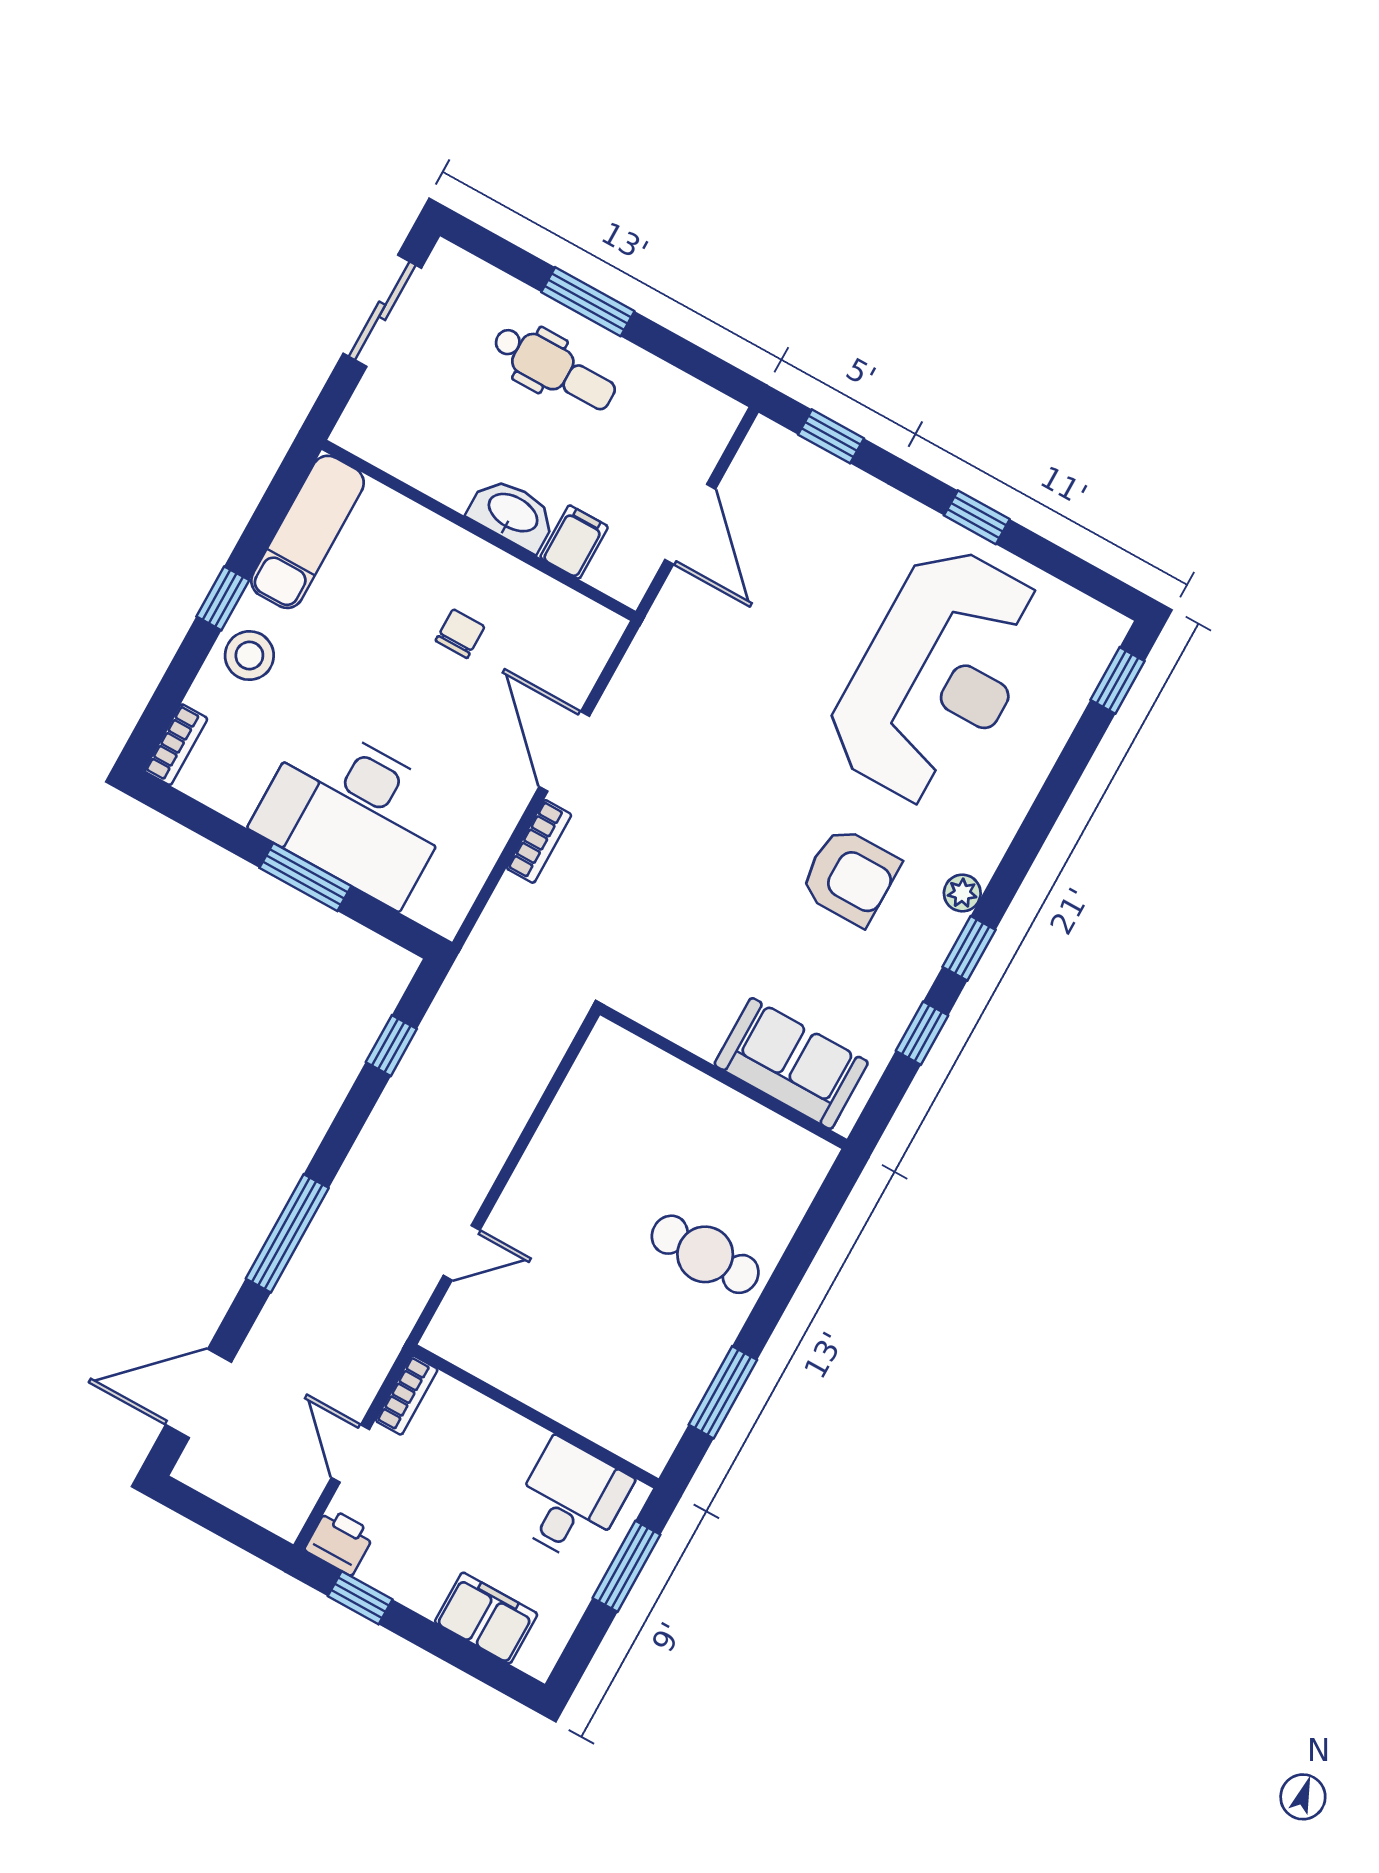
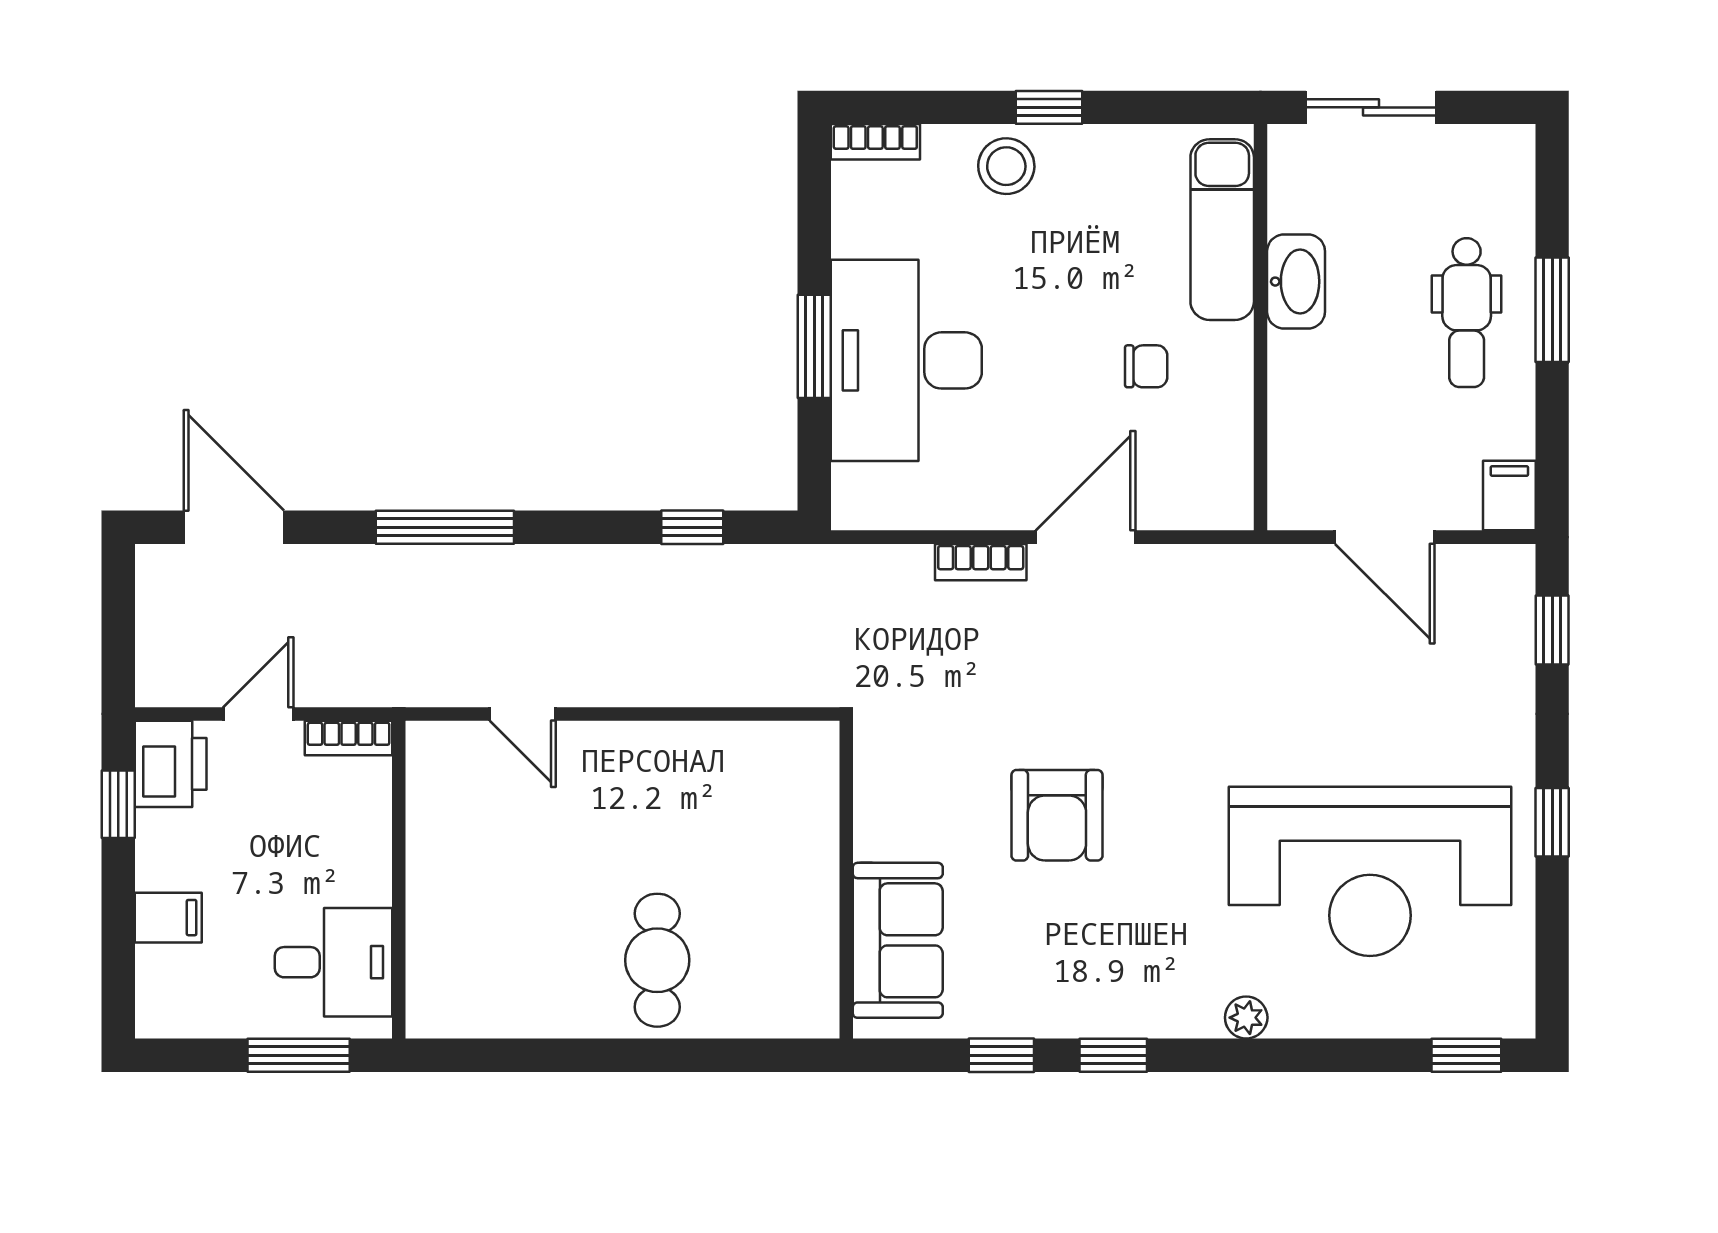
sliding door: (382, 311) -> (1371, 107), moved
washbasin: (512, 514) -> (1296, 282), moved
door: (690, 524) -> (1385, 537), hinge flipped
exam couch: (308, 532) -> (1222, 230), moved, turned 90
filing cabinet: (574, 542) -> (1509, 496), moved, turned -90
armchair: (850, 876) -> (1057, 815), moved
plant: (962, 893) -> (1246, 1018), moved
window: (723, 1392) -> (528, 1055), removed
printer: (340, 1541) -> (171, 764), width x1.36, depth x1.24
filing cabinet: (486, 1618) -> (168, 918), width x0.50

